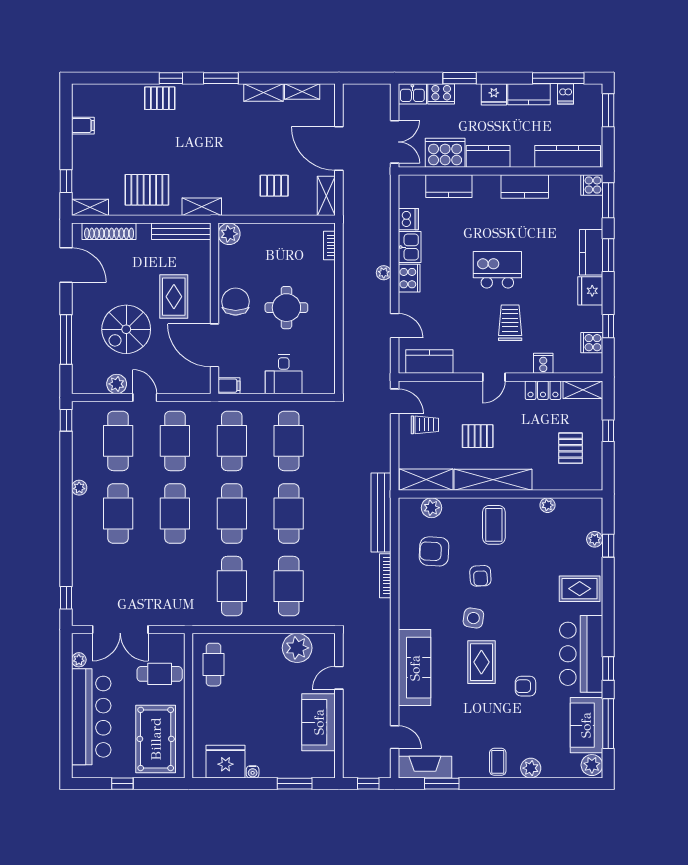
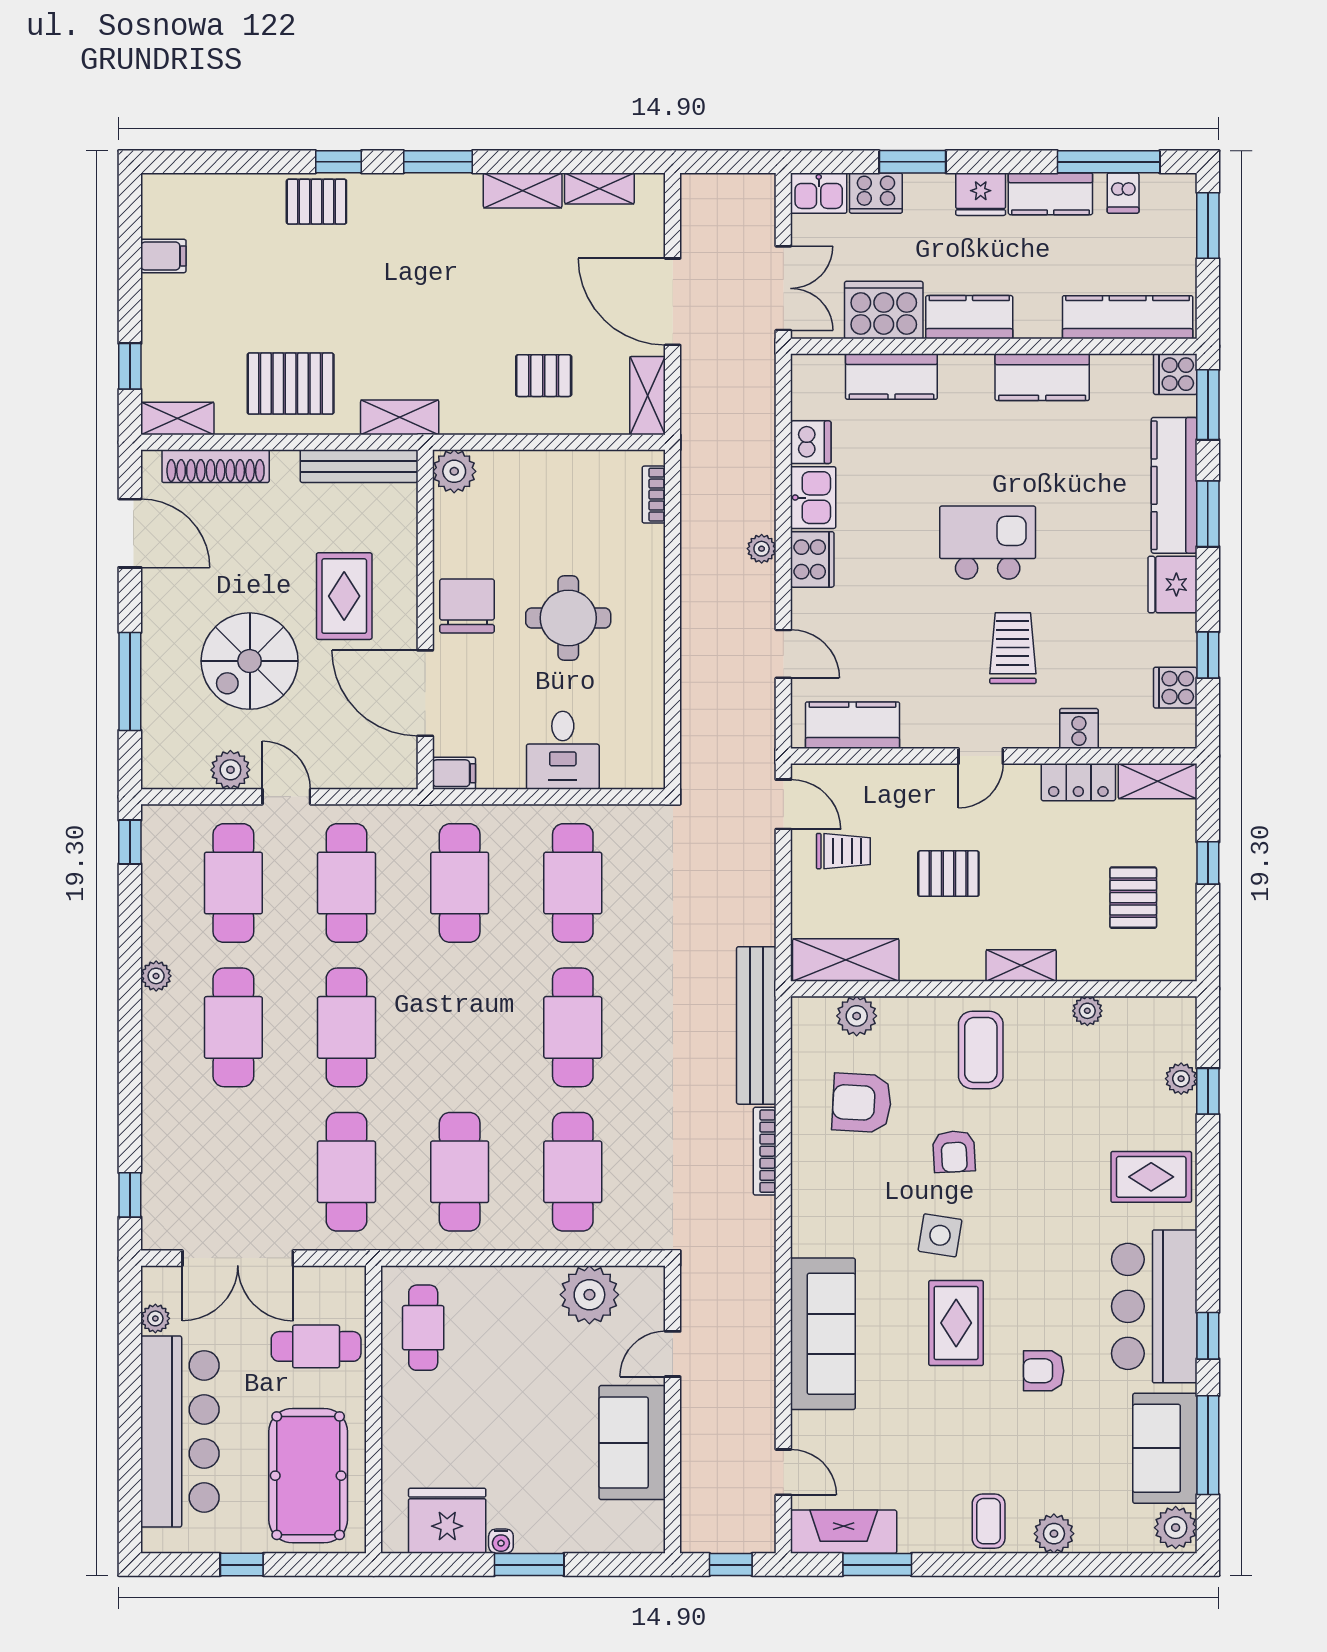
kitchen counter: (591, 252) -> (1174, 485), width x1.50
shelving: (493, 480) -> (1021, 965), width x0.45, depth x0.75
cafe table: (232, 513) -> (347, 1172), moved
window: (295, 784) -> (529, 1565), moved

